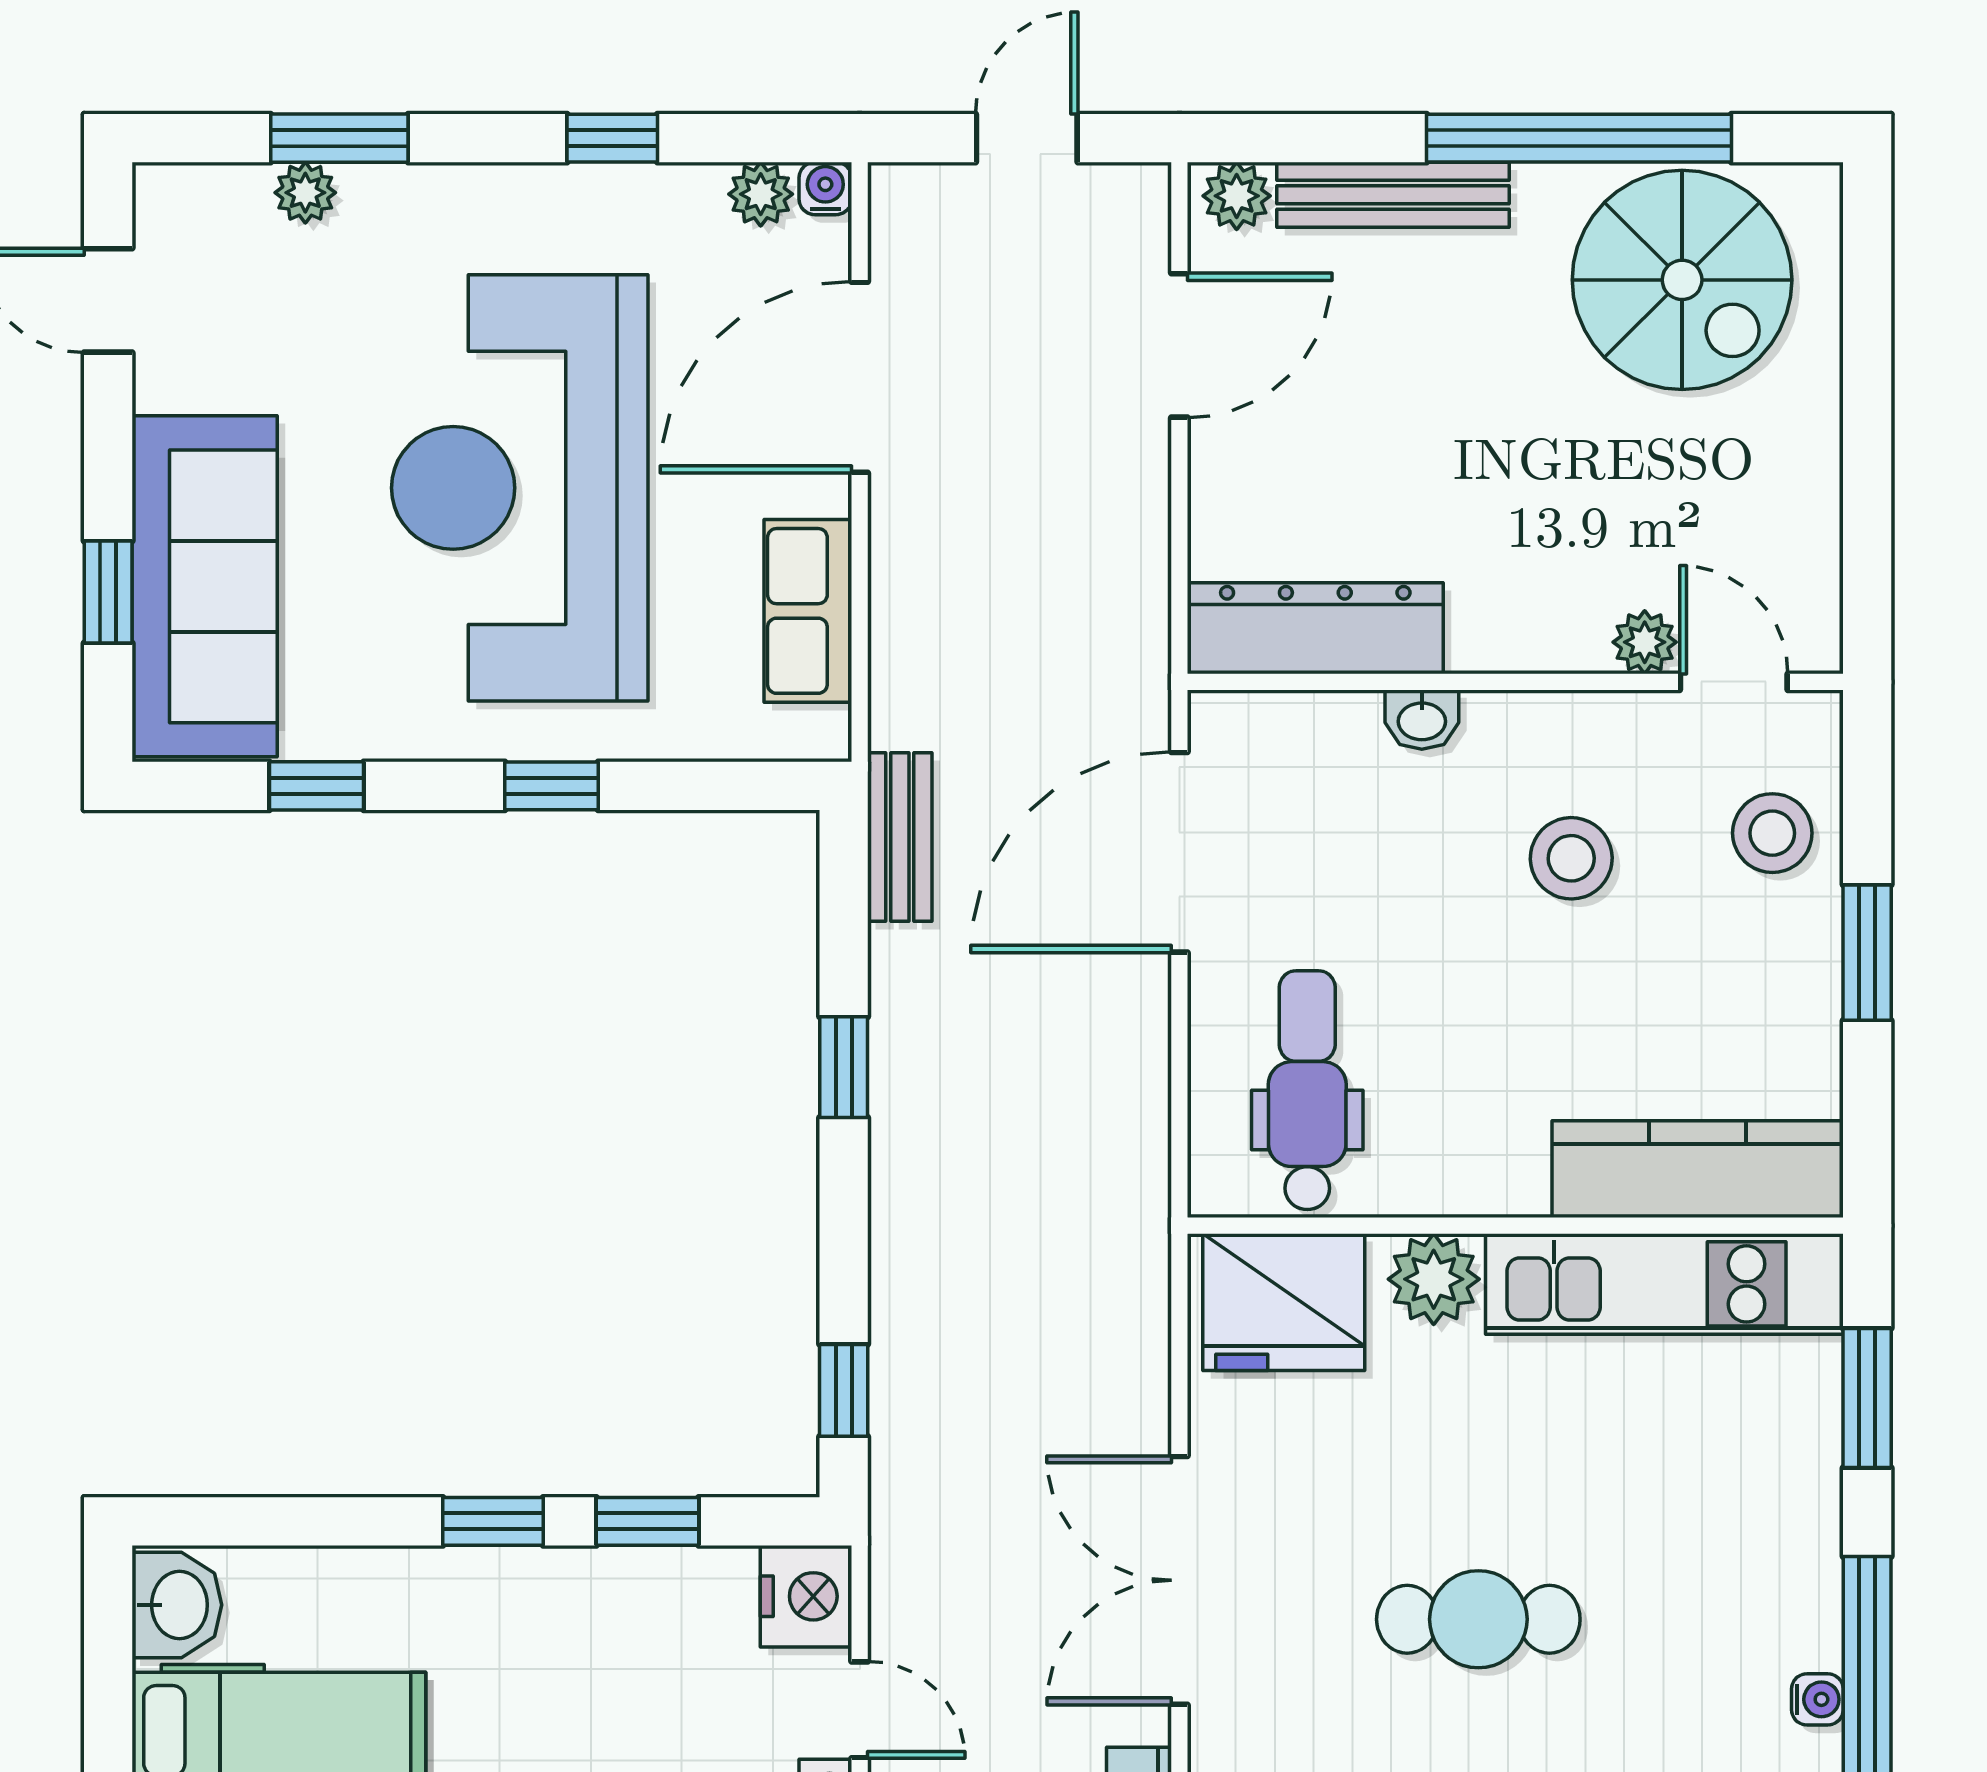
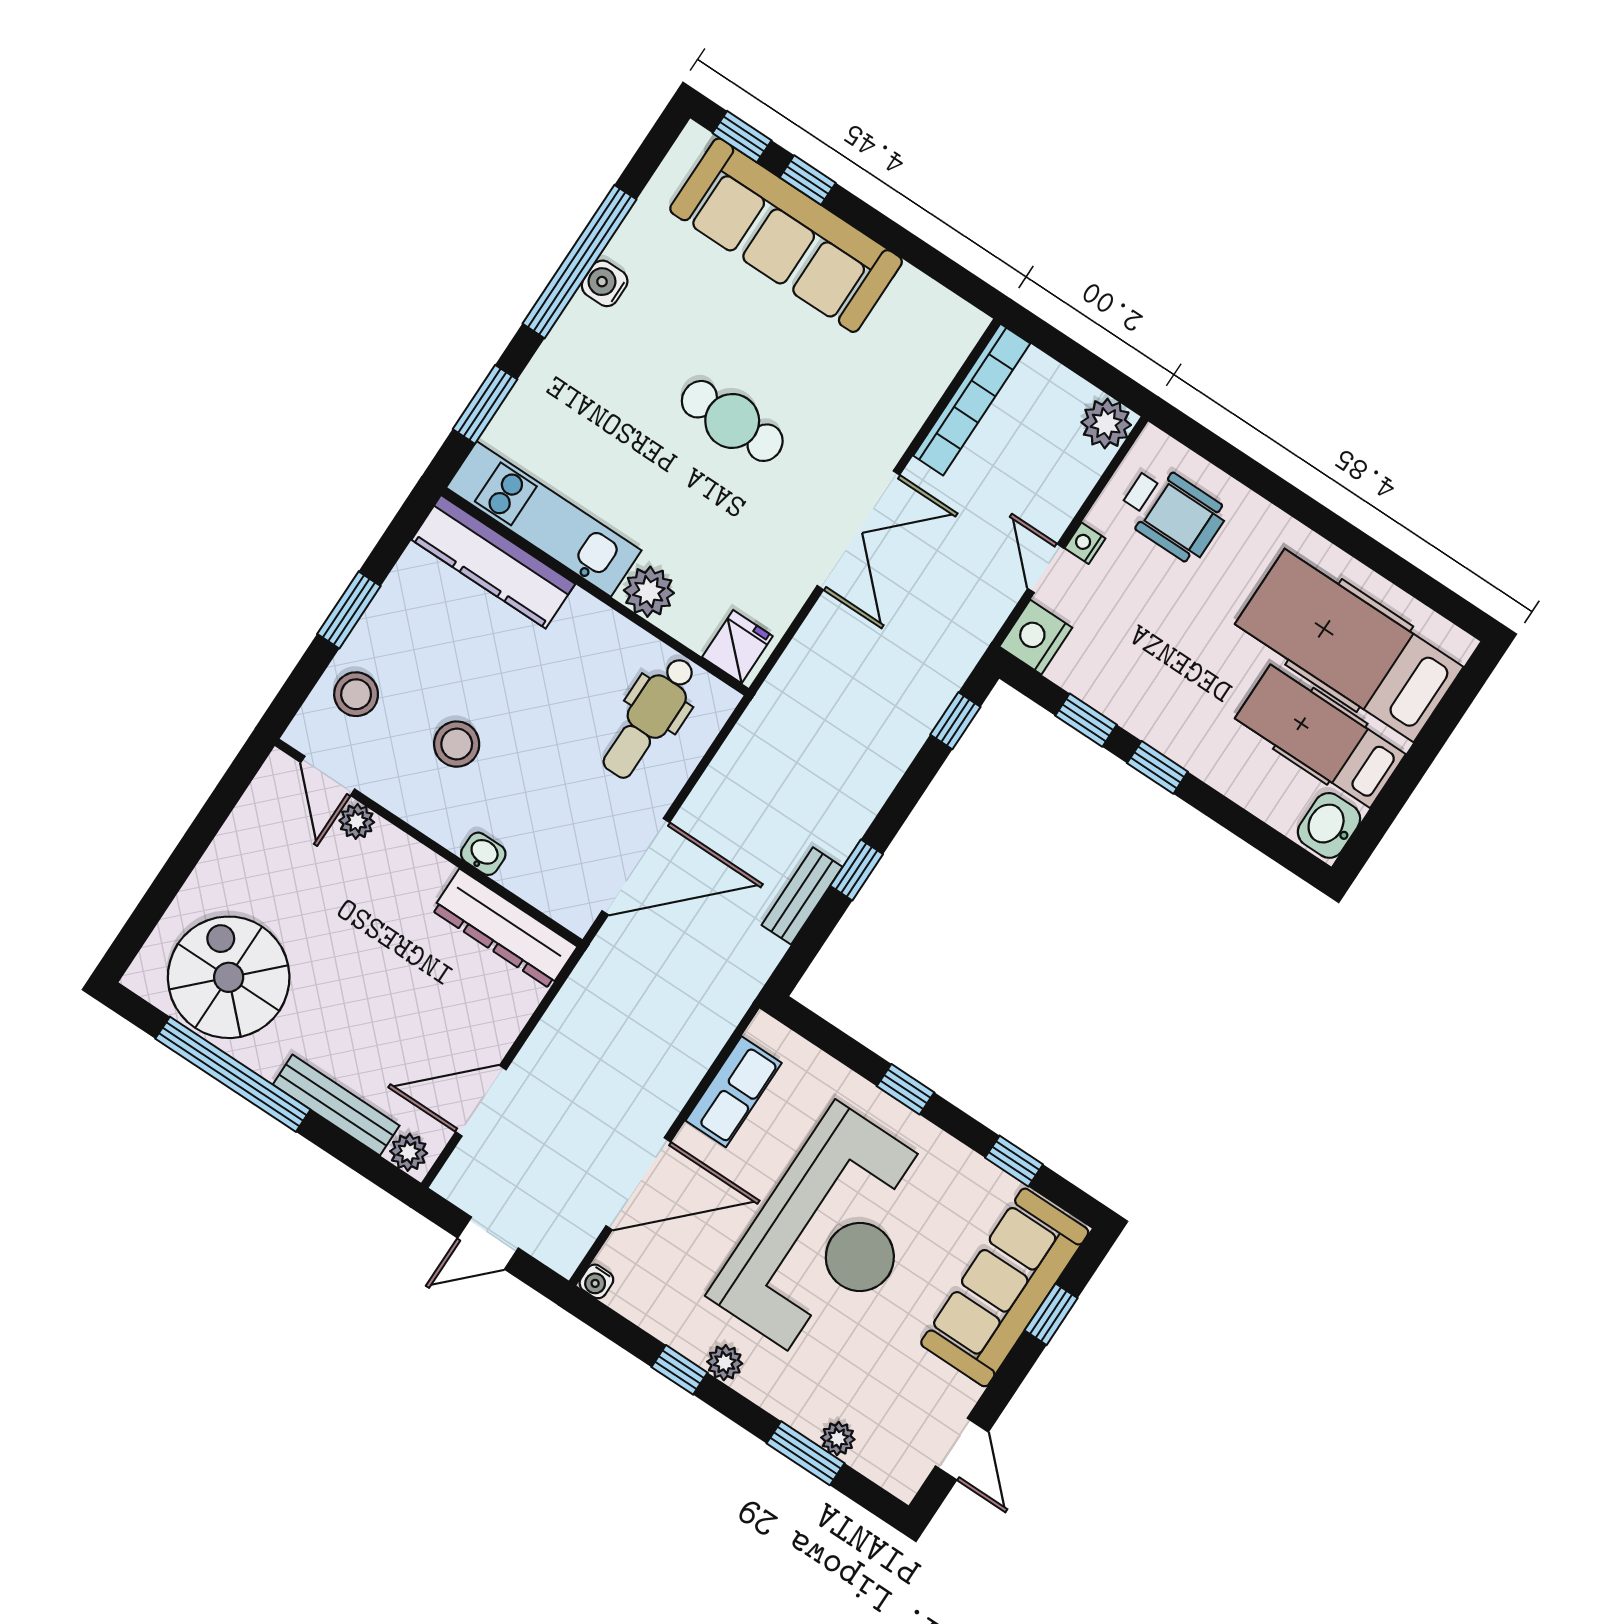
plant: (761, 194) -> (725, 1363), moved
bench: (900, 837) -> (802, 896), moved
fridge: (1284, 1302) -> (737, 647), width x0.53, depth x0.75
water cooler: (1817, 1699) -> (605, 283), width x1.38, depth x1.38

